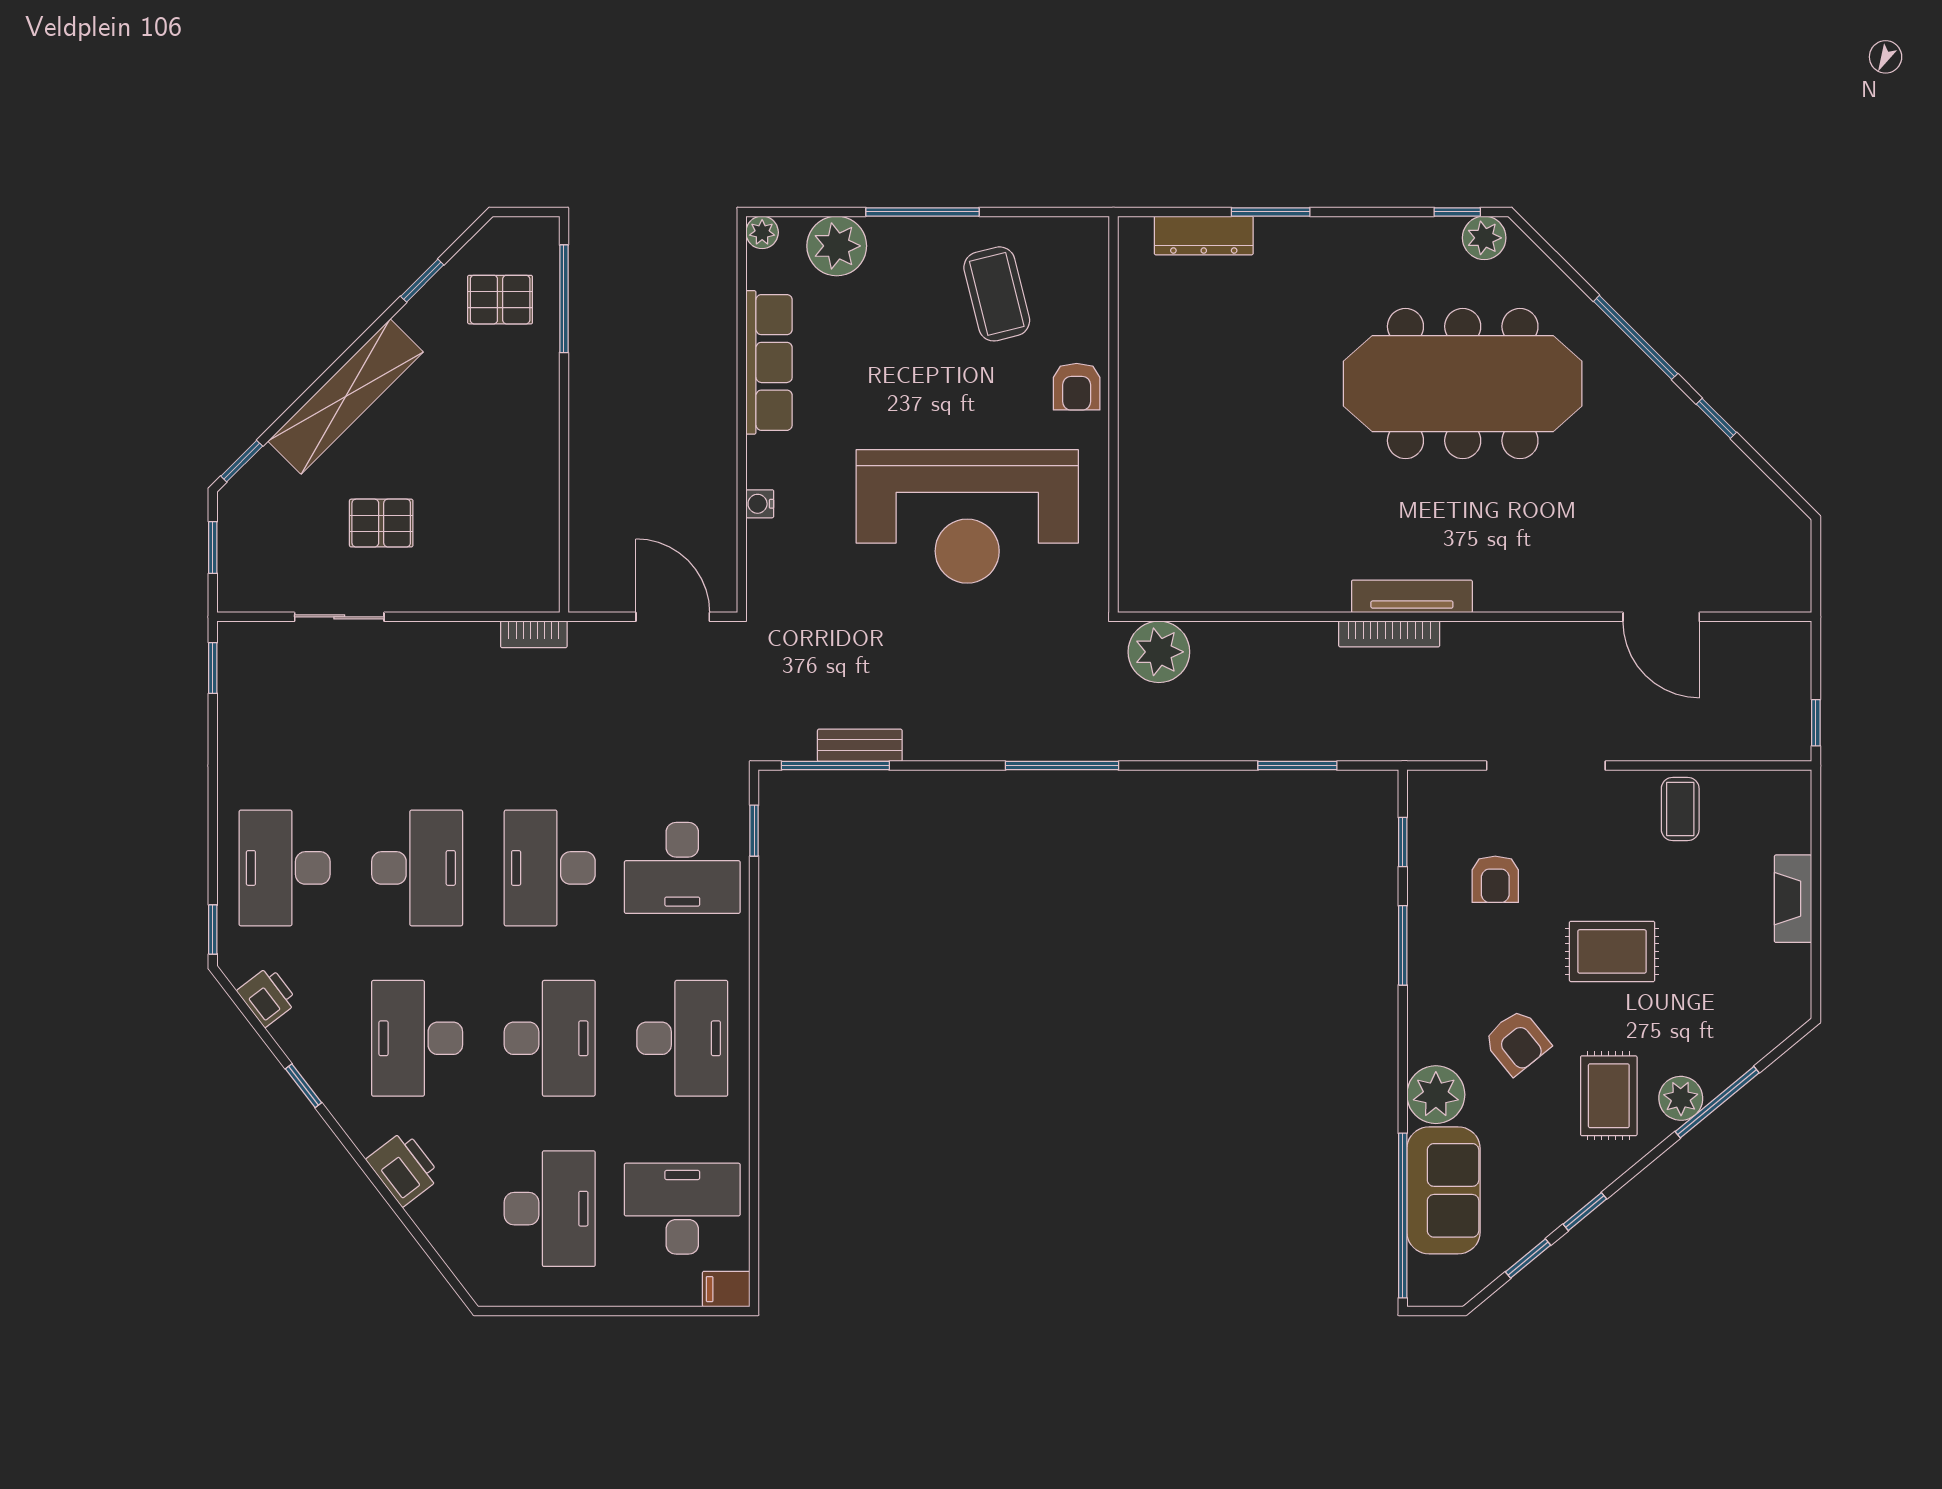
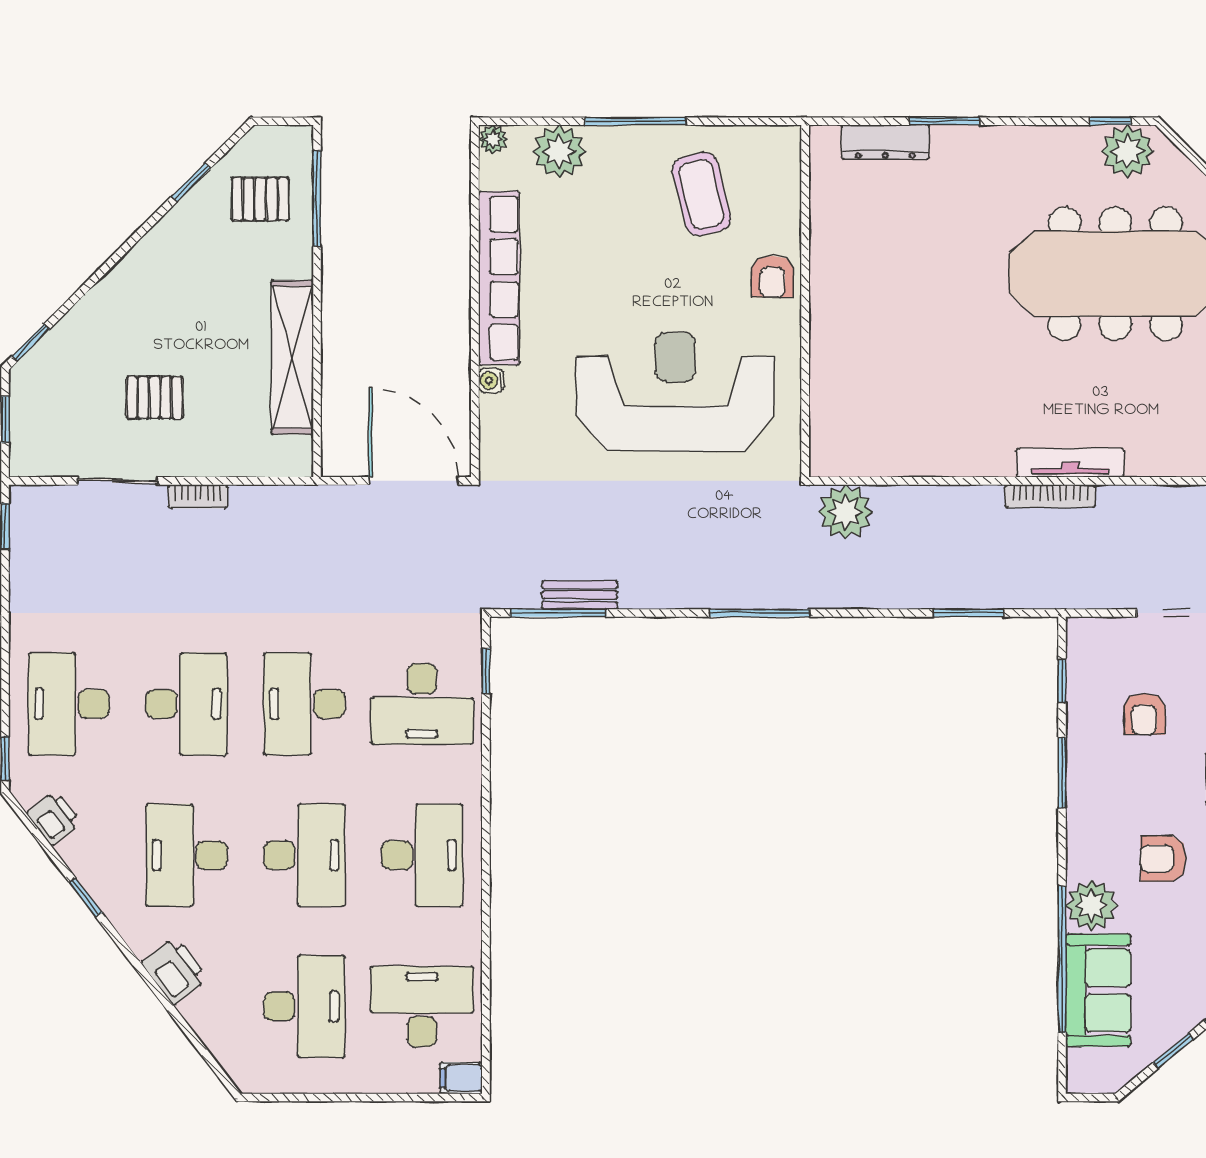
plant: (1484, 238) -> (1127, 151), width x1.36, depth x1.36
row of seats: (769, 362) -> (499, 278), width x1.36
shelving: (346, 397) -> (292, 357), moved, turned -45
reception desk: (967, 516) -> (675, 392), turned 180
door: (673, 617) -> (414, 481), width x1.36
bookcase: (534, 634) -> (198, 496), moved
armchair: (1517, 1042) -> (1163, 859), turned 129
window: (1403, 1216) -> (1062, 959), moved

